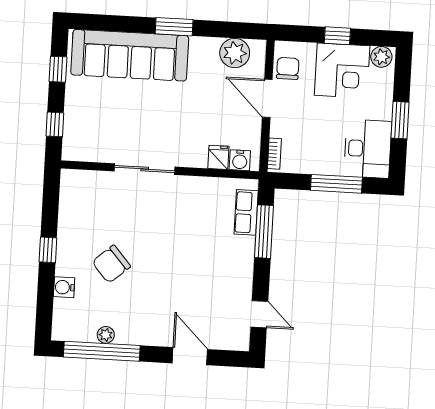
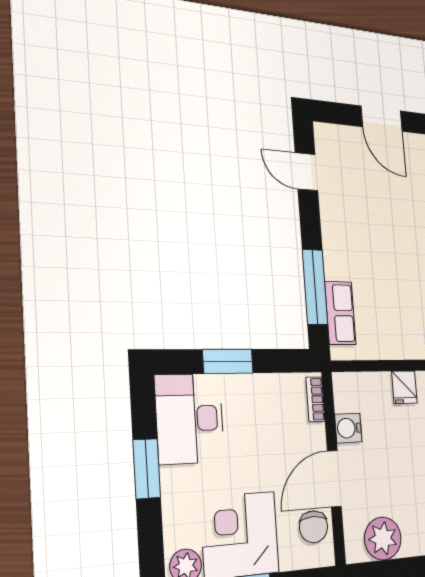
door: (267, 98) -> (334, 479), swing flipped
fridge: (218, 157) -> (404, 387), moved
water cooler: (240, 160) -> (348, 428), moved, turned -90
window: (336, 184) -> (228, 361), width x0.69

